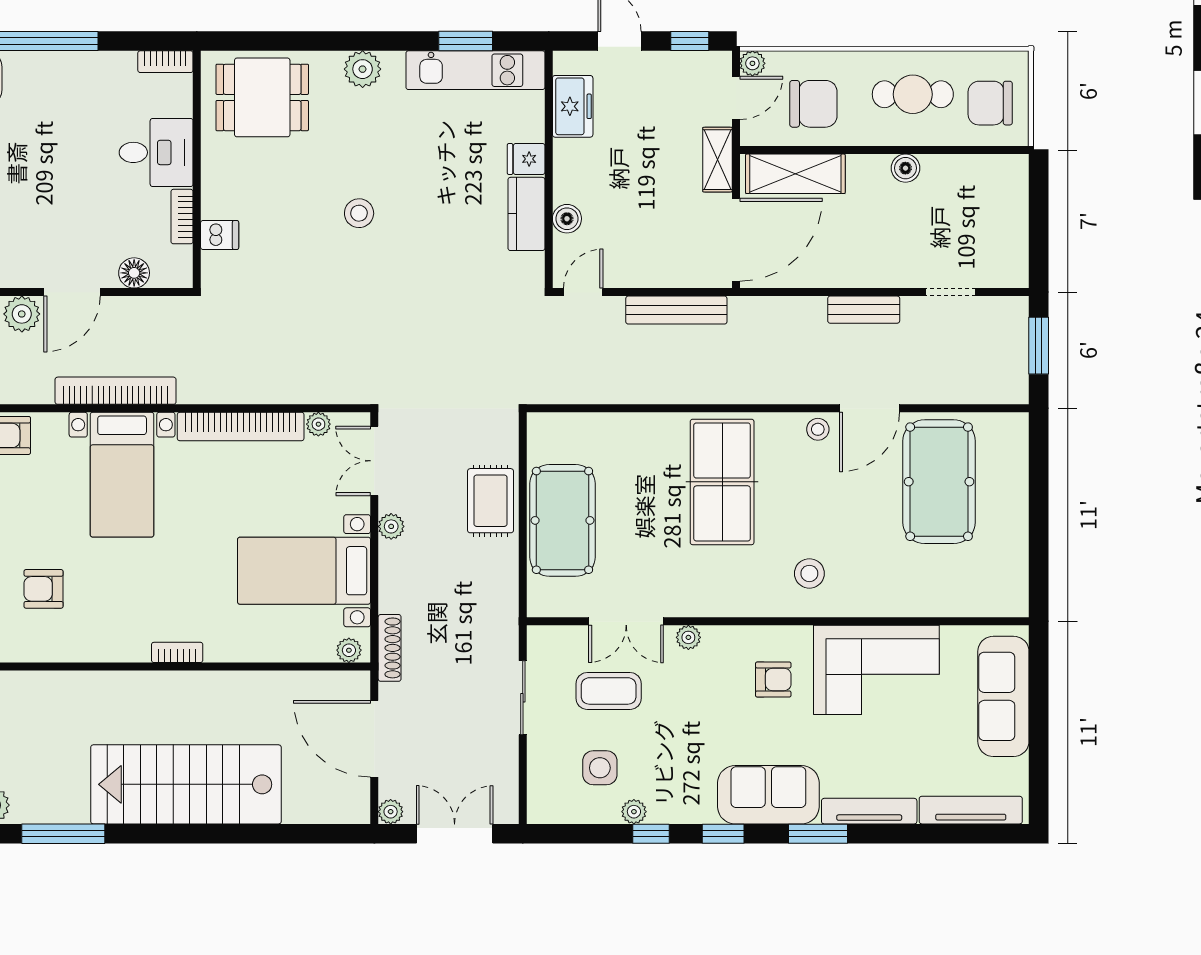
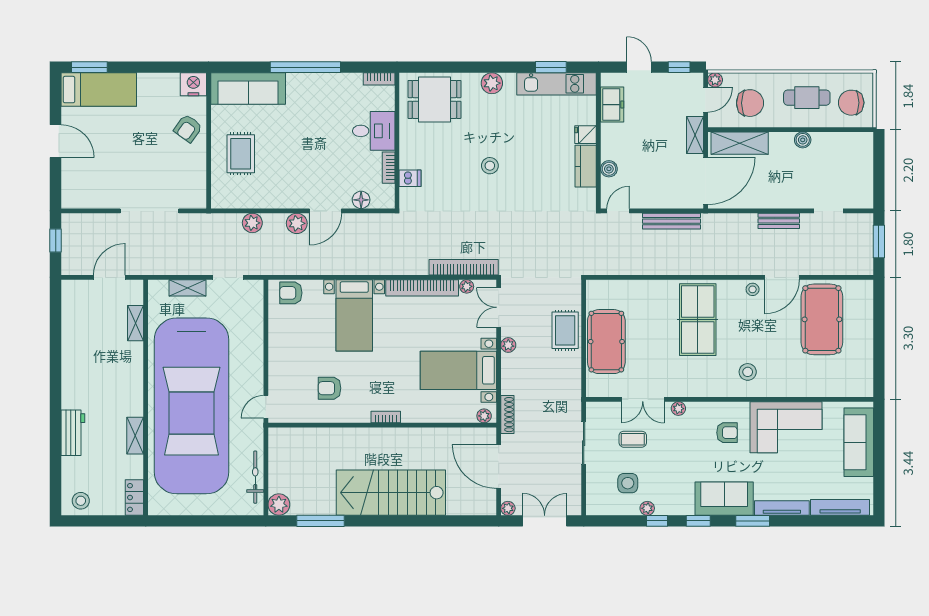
bookcase: (116, 391) -> (464, 267), moved
armchair: (44, 589) -> (330, 388), moved
coffee table: (609, 691) -> (633, 439), width x0.73, depth x0.77

